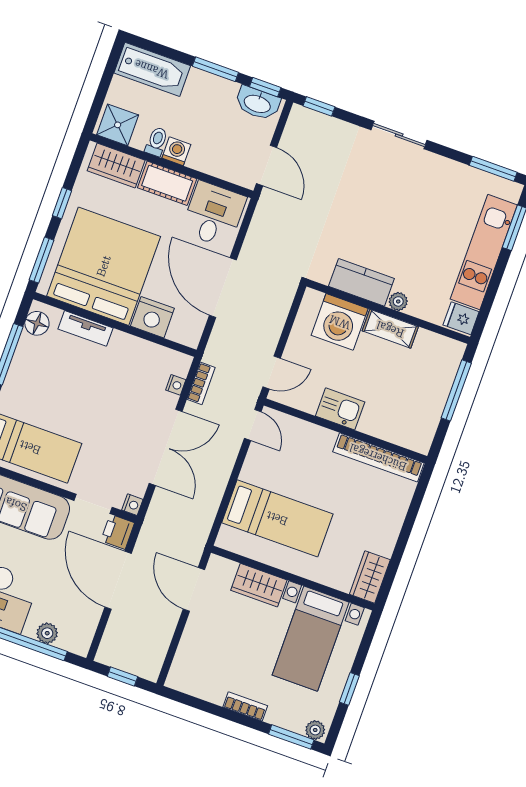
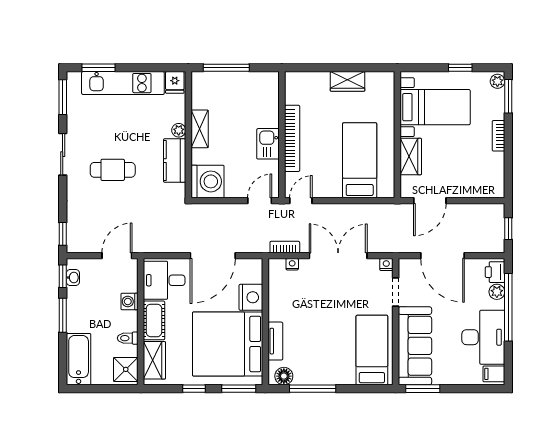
washbasin: (258, 103) -> (73, 277), width x0.52, depth x0.69
sliding door: (399, 135) -> (63, 154), moved
washing machine: (176, 151) -> (129, 301), moved
cafe table: (378, 199) -> (113, 170), added
washing machine: (340, 322) -> (208, 181), moved
door: (272, 373) -> (260, 201), hinge flipped
bookcase: (378, 457) -> (292, 138), moved
printer: (118, 532) -> (495, 272), moved, turned 90
wardrobe: (370, 577) -> (348, 81), moved
door: (118, 580) -> (442, 256), hinge flipped

